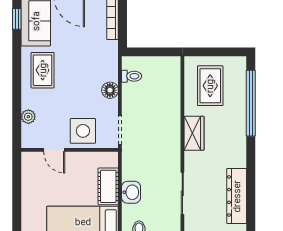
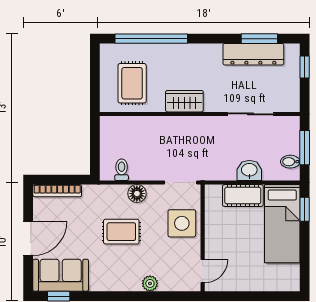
rug: (43, 70) -> (121, 232), moved
rug: (210, 86) -> (132, 83), turned 90
plant: (28, 117) -> (150, 283), moved
door: (54, 150) -> (203, 271), moved
window: (251, 201) -> (259, 39), added

